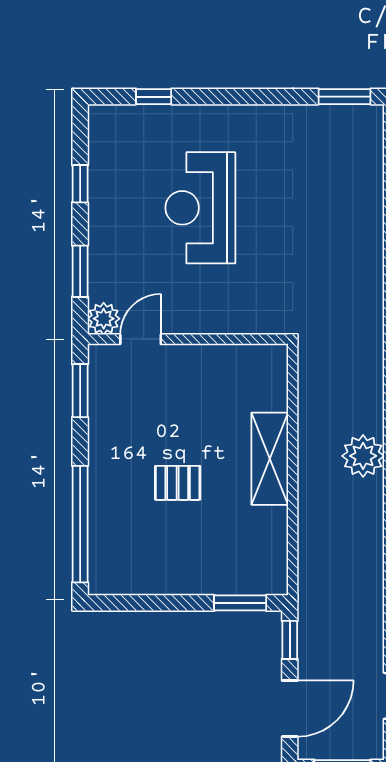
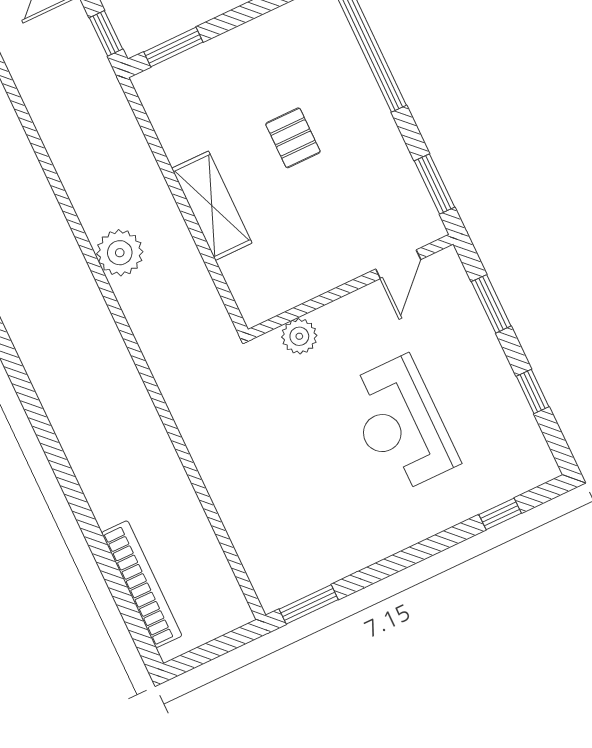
reception desk: (200, 208) -> (401, 424), turned 180
plant: (104, 319) -> (299, 336), moved
pallet: (178, 483) -> (293, 138), turned 90

